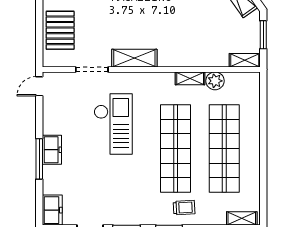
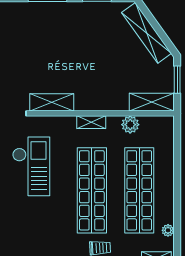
shelving: (245, 60) -> (152, 102), width x1.50, depth x1.33
shelving: (190, 78) -> (91, 122), moved
plant: (254, 190) -> (168, 230), added

